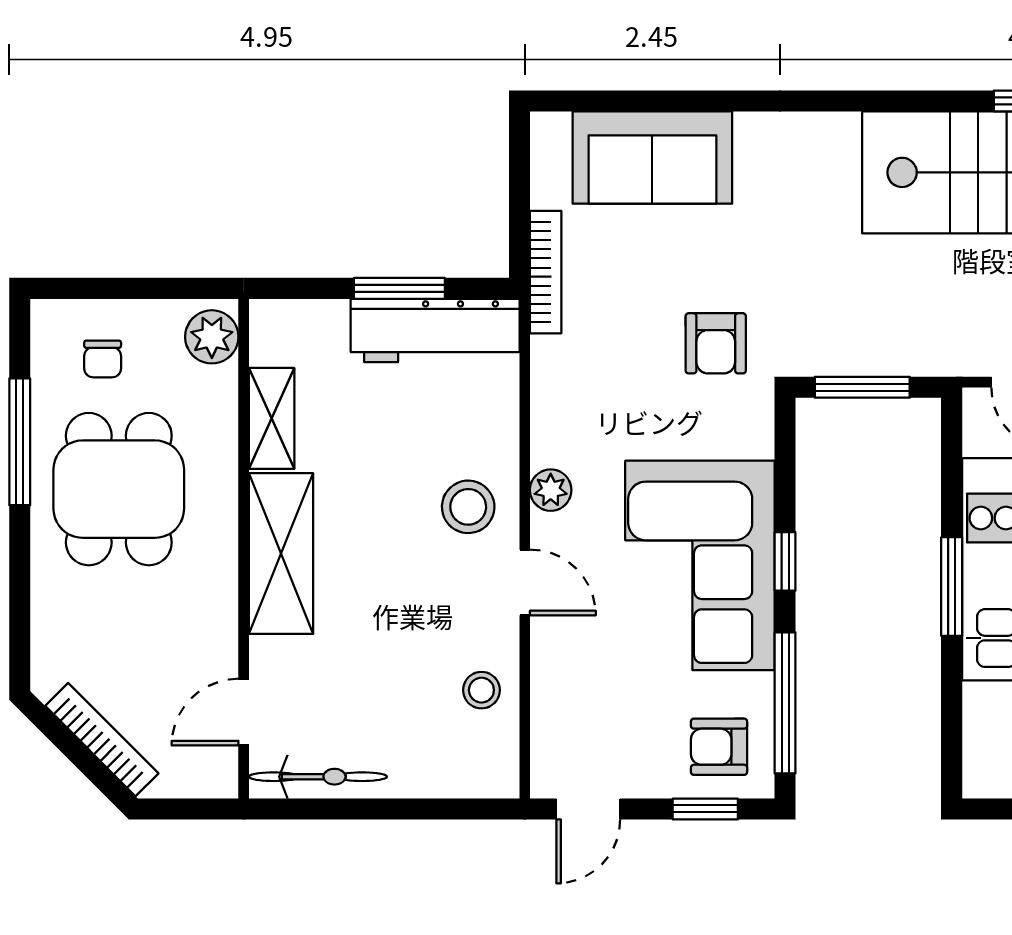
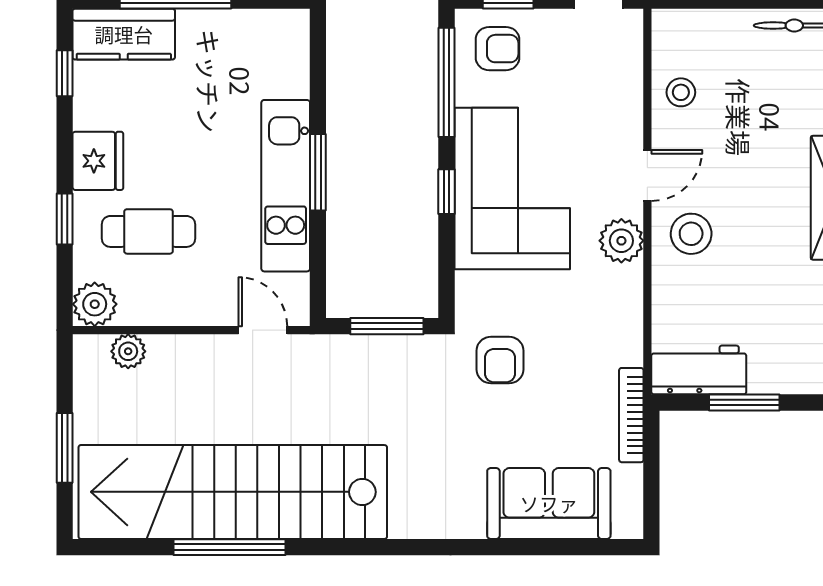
workbench: (435, 330) -> (699, 370), width x0.73
armchair: (716, 343) -> (500, 360), turned 180
plant: (551, 490) -> (621, 241), width x1.38, depth x1.38
door: (525, 582) -> (647, 175), swing flipped

